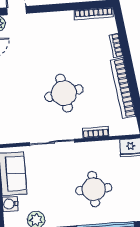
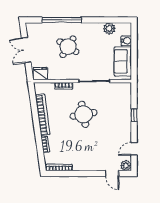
round table: (94, 189) -> (68, 47), turned 34

